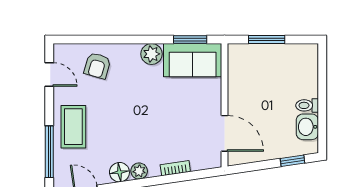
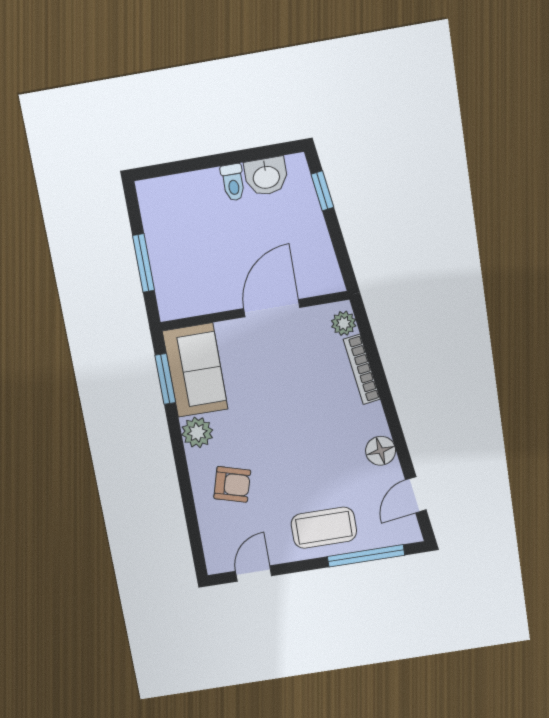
armchair: (97, 66) -> (232, 484), moved
door: (224, 133) -> (272, 308), moved
bookcase: (175, 168) -> (362, 369), width x1.56
plant: (139, 171) -> (344, 323), moved

